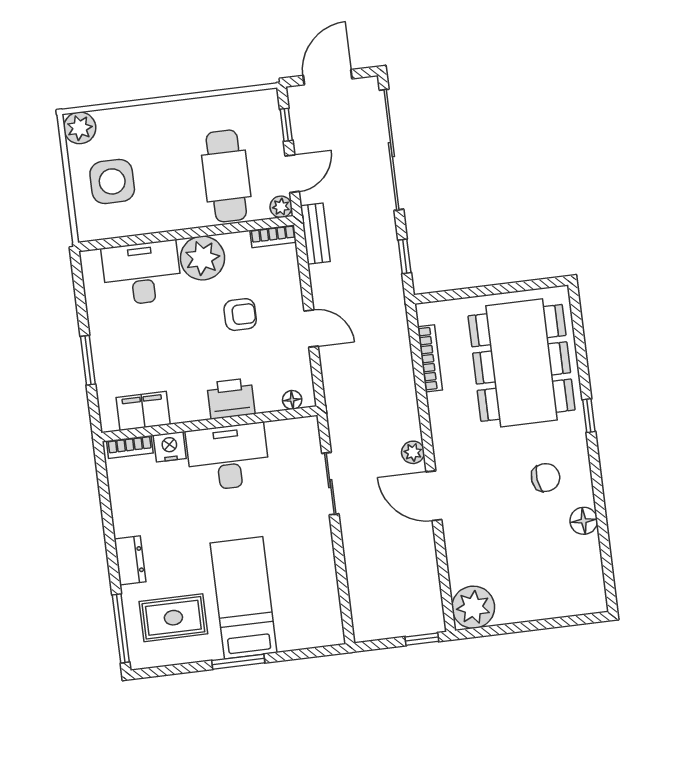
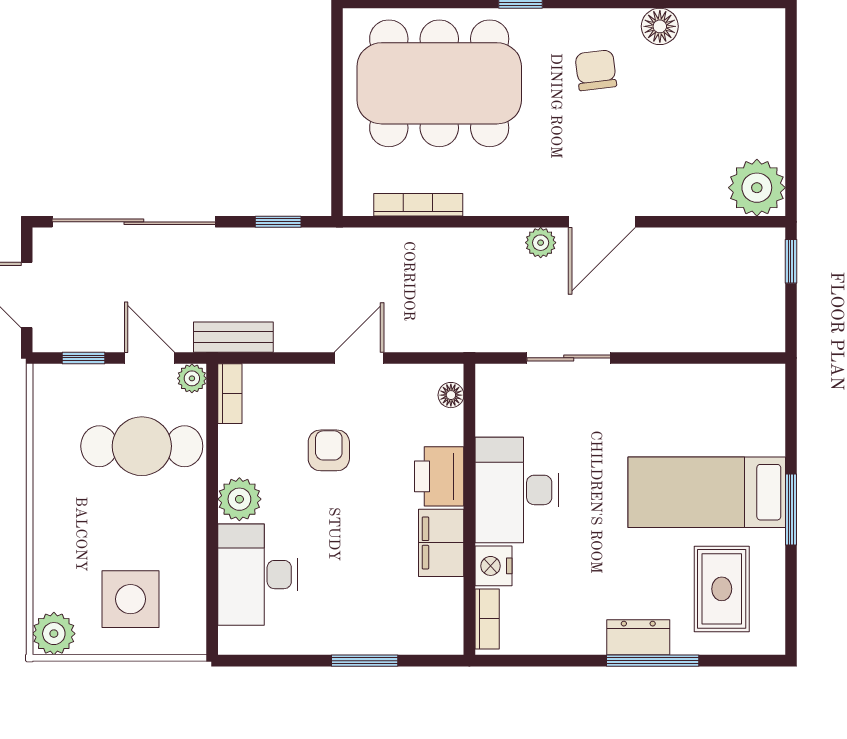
plant: (202, 258) -> (239, 499), width x0.73, depth x0.73
filing cabinet: (143, 411) -> (441, 543), moved
window: (121, 628) -> (653, 661), moved

